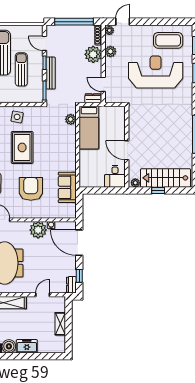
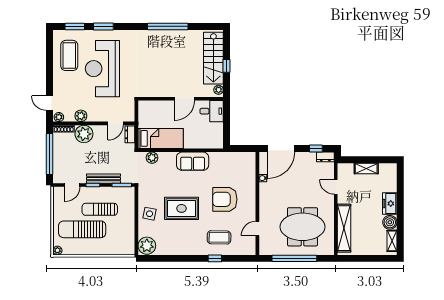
sofa: (67, 187) -> (193, 161), moved
plant: (38, 230) -> (268, 192), removed

